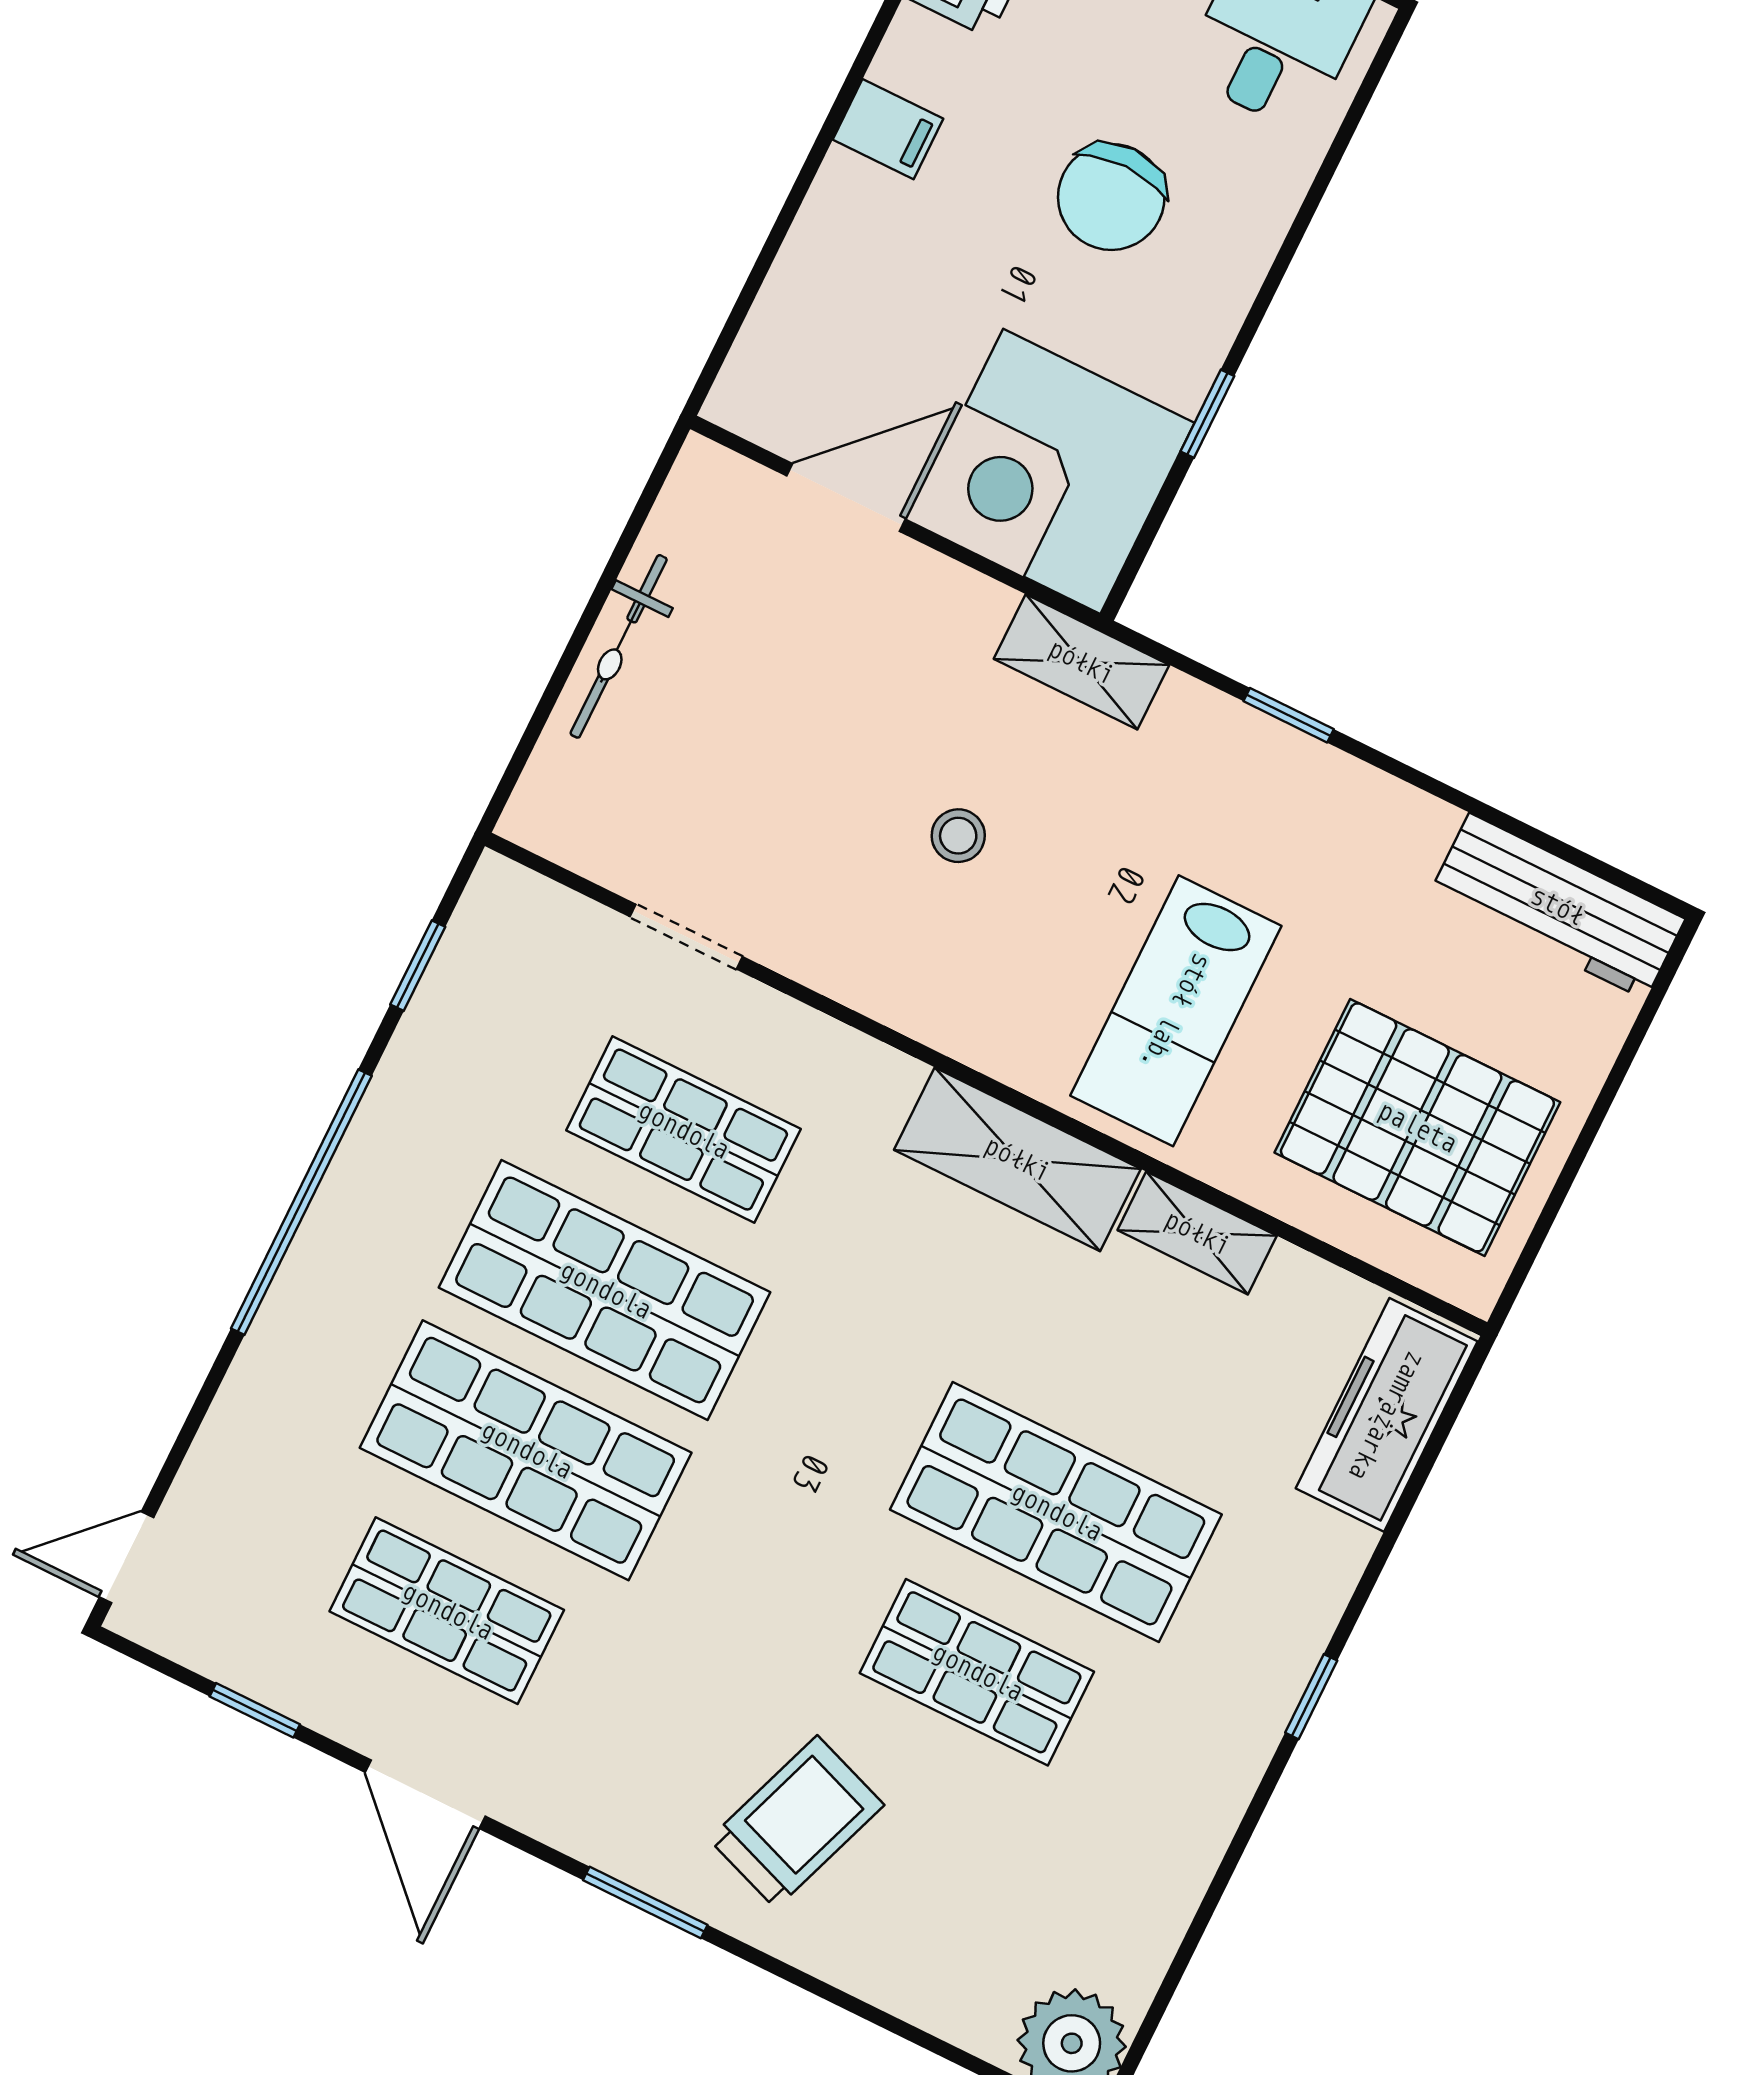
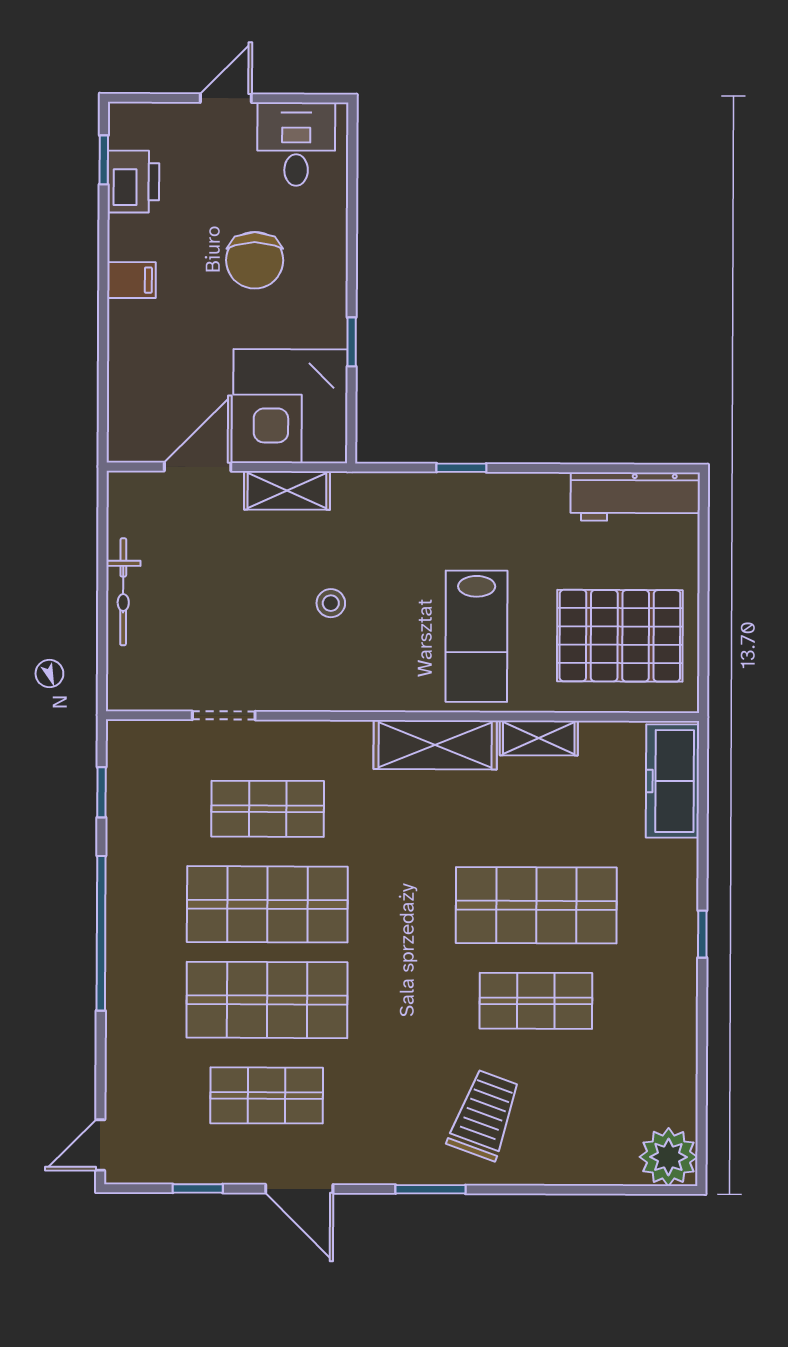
shelving: (1081, 662) -> (287, 490), moved

